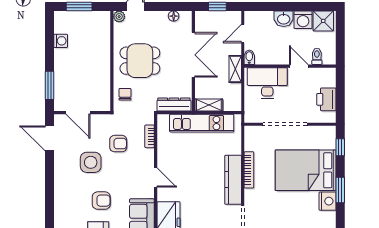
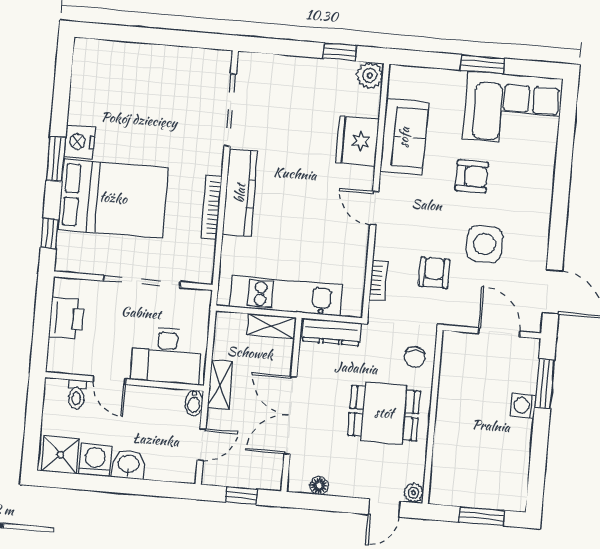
washing machine: (61, 41) -> (523, 406), moved
armchair: (118, 144) -> (434, 273), turned 90
armchair: (101, 201) -> (472, 176), turned 180

